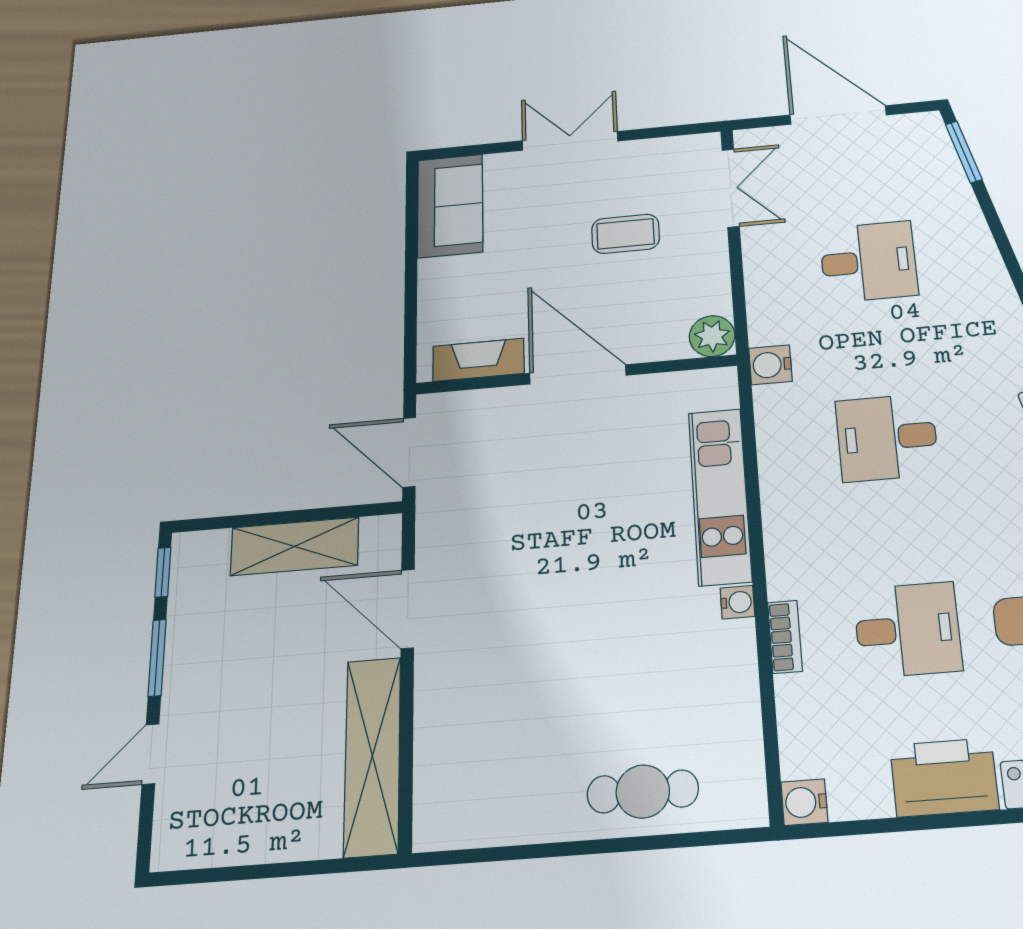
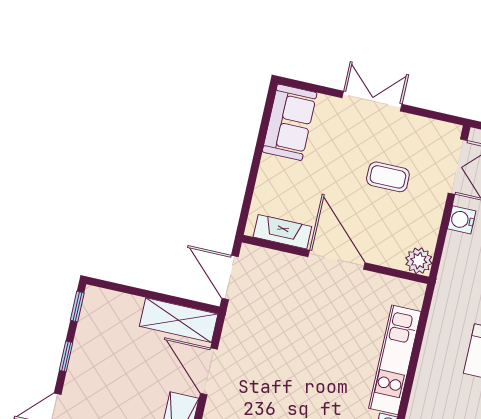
water cooler: (770, 365) -> (462, 220), moved
shelving: (295, 546) -> (179, 320), moved
window: (157, 658) -> (66, 356), width x0.67

